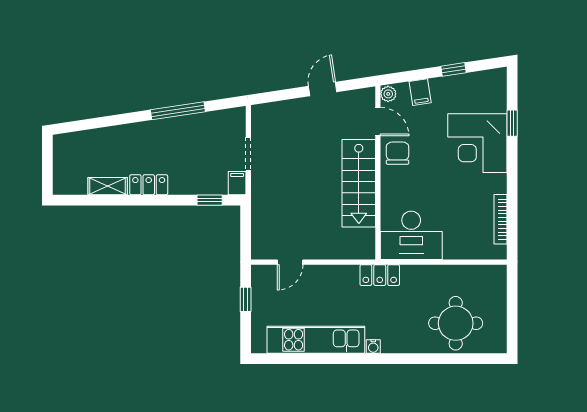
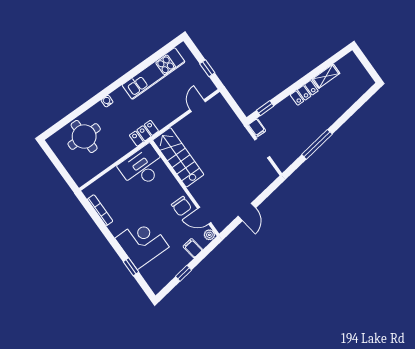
stairs: (359, 183) -> (178, 157), moved
water cooler: (373, 347) -> (107, 101), moved

